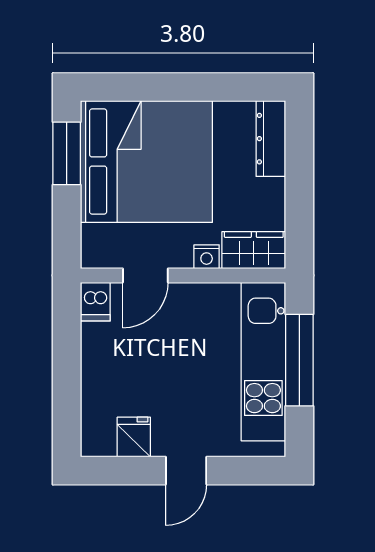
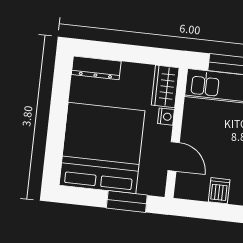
window: (67, 153) -> (127, 202), moved
dishwasher: (95, 302) -> (219, 191), moved, turned -90

